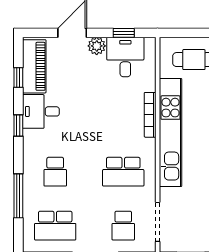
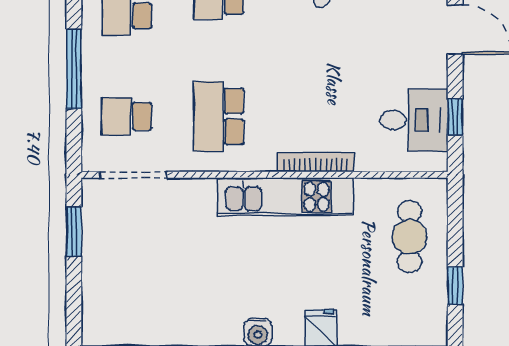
plant: (97, 46) -> (433, 71), removed
kitchen unit: (170, 132) -> (285, 197), width x0.73

